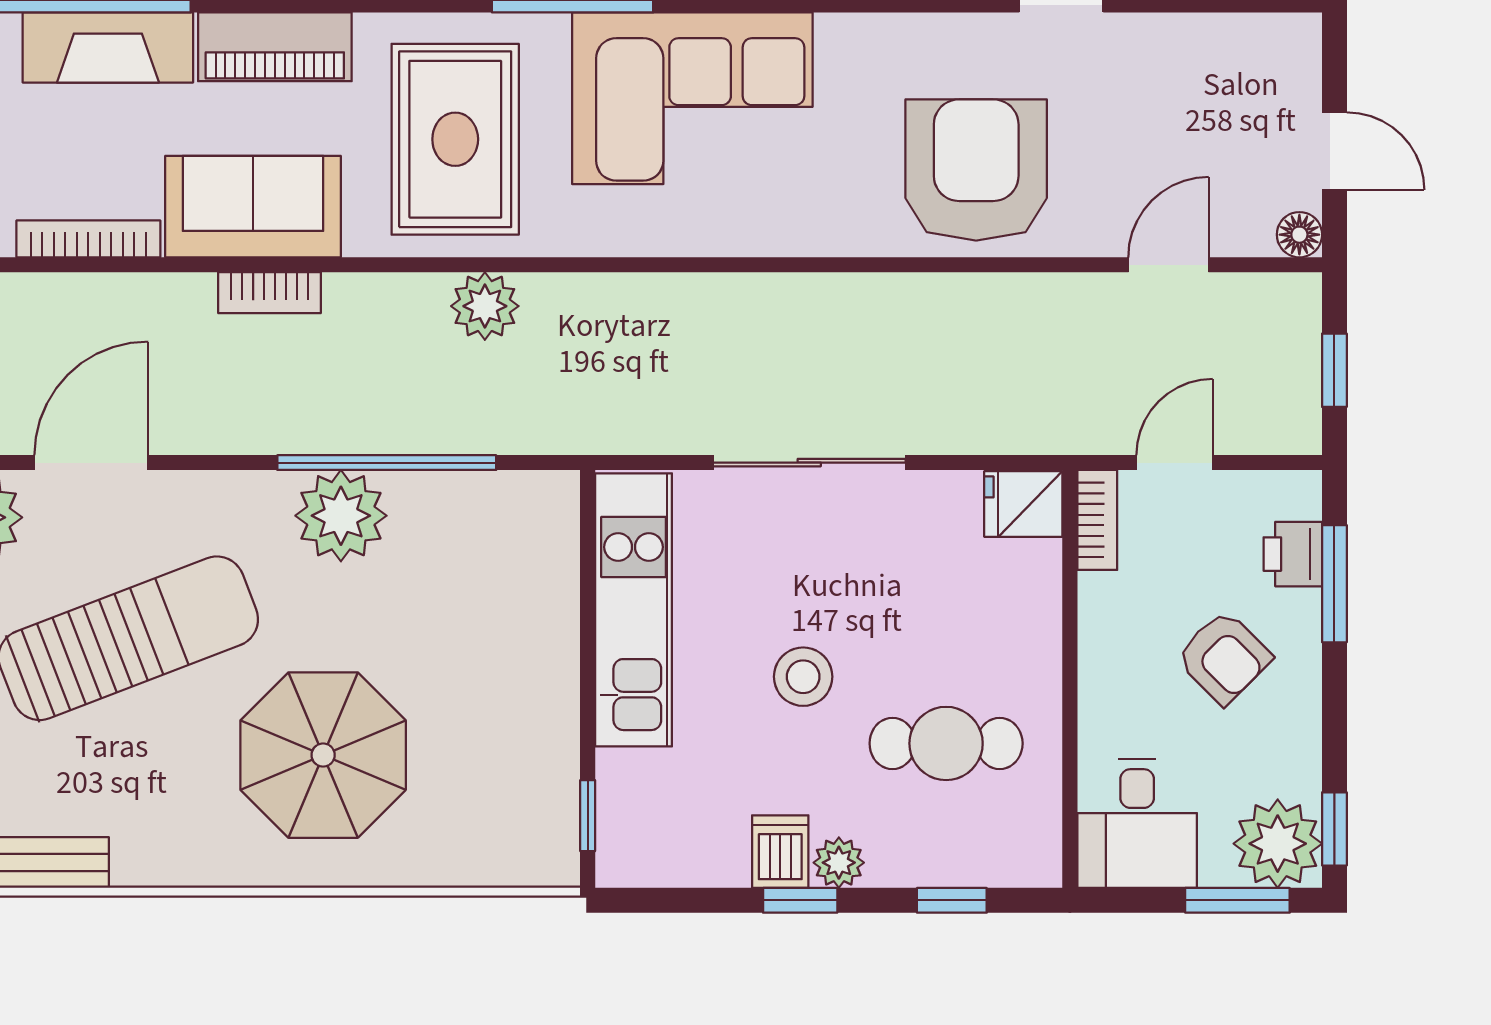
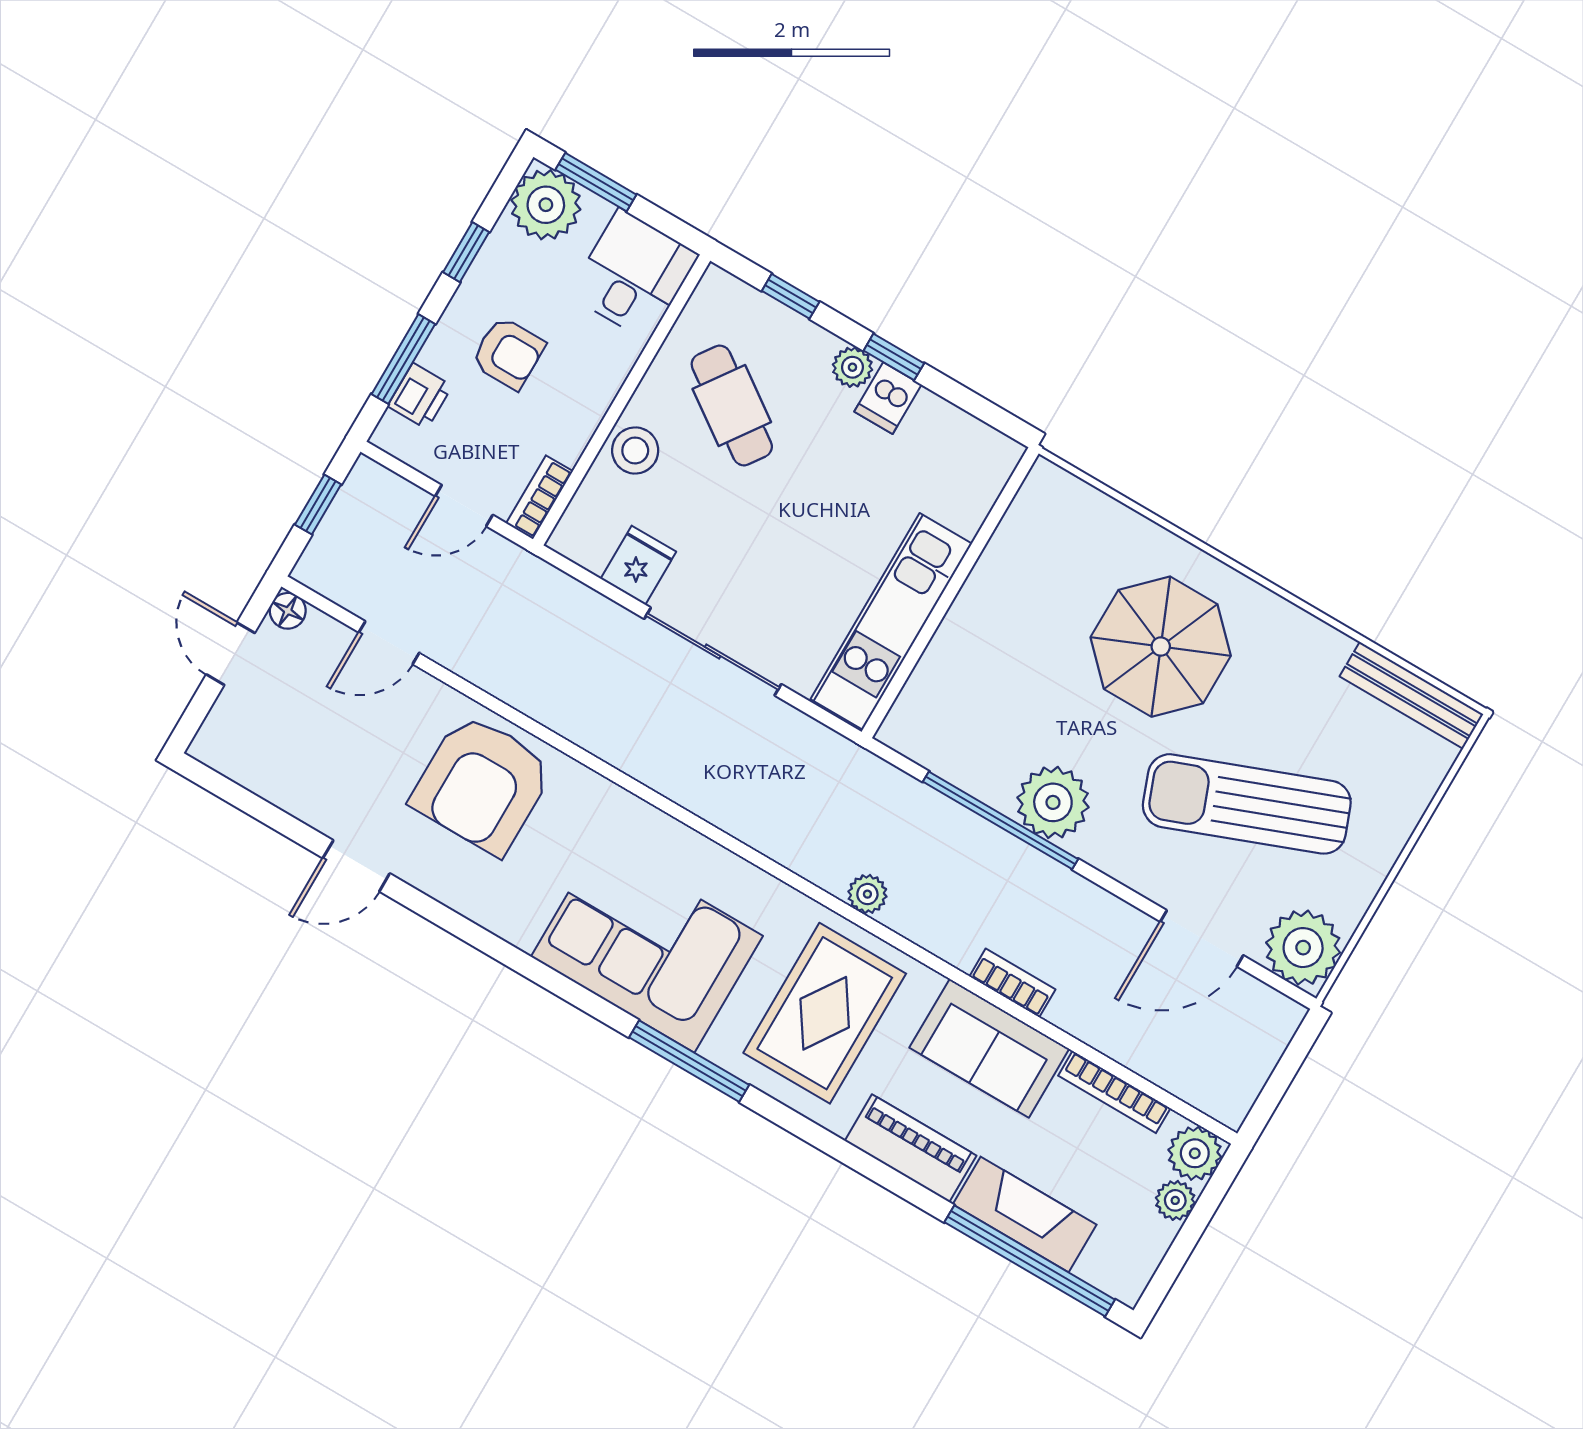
plant: (485, 306) -> (867, 894), width x0.73, depth x0.73
fridge: (1023, 504) -> (638, 565), moved, turned -90
armchair: (1224, 657) -> (508, 353), turned 135
stool: (803, 677) -> (635, 450), moved
cafe table: (946, 743) -> (732, 405), turned 35
window: (588, 816) -> (1005, 500), removed
window: (1334, 829) -> (466, 252), moved

